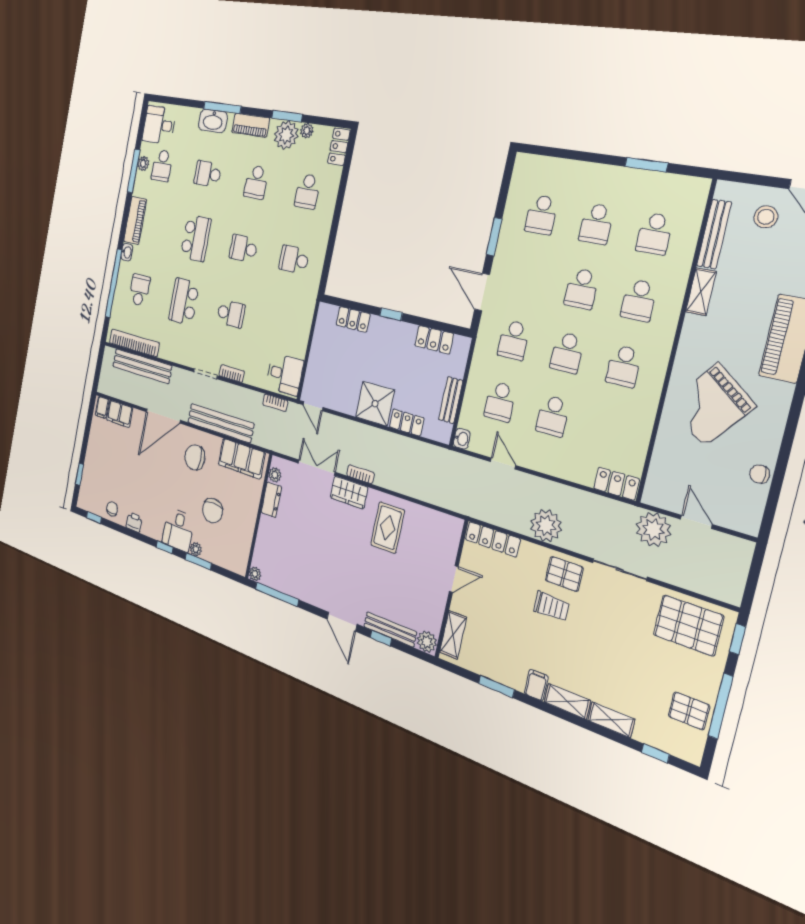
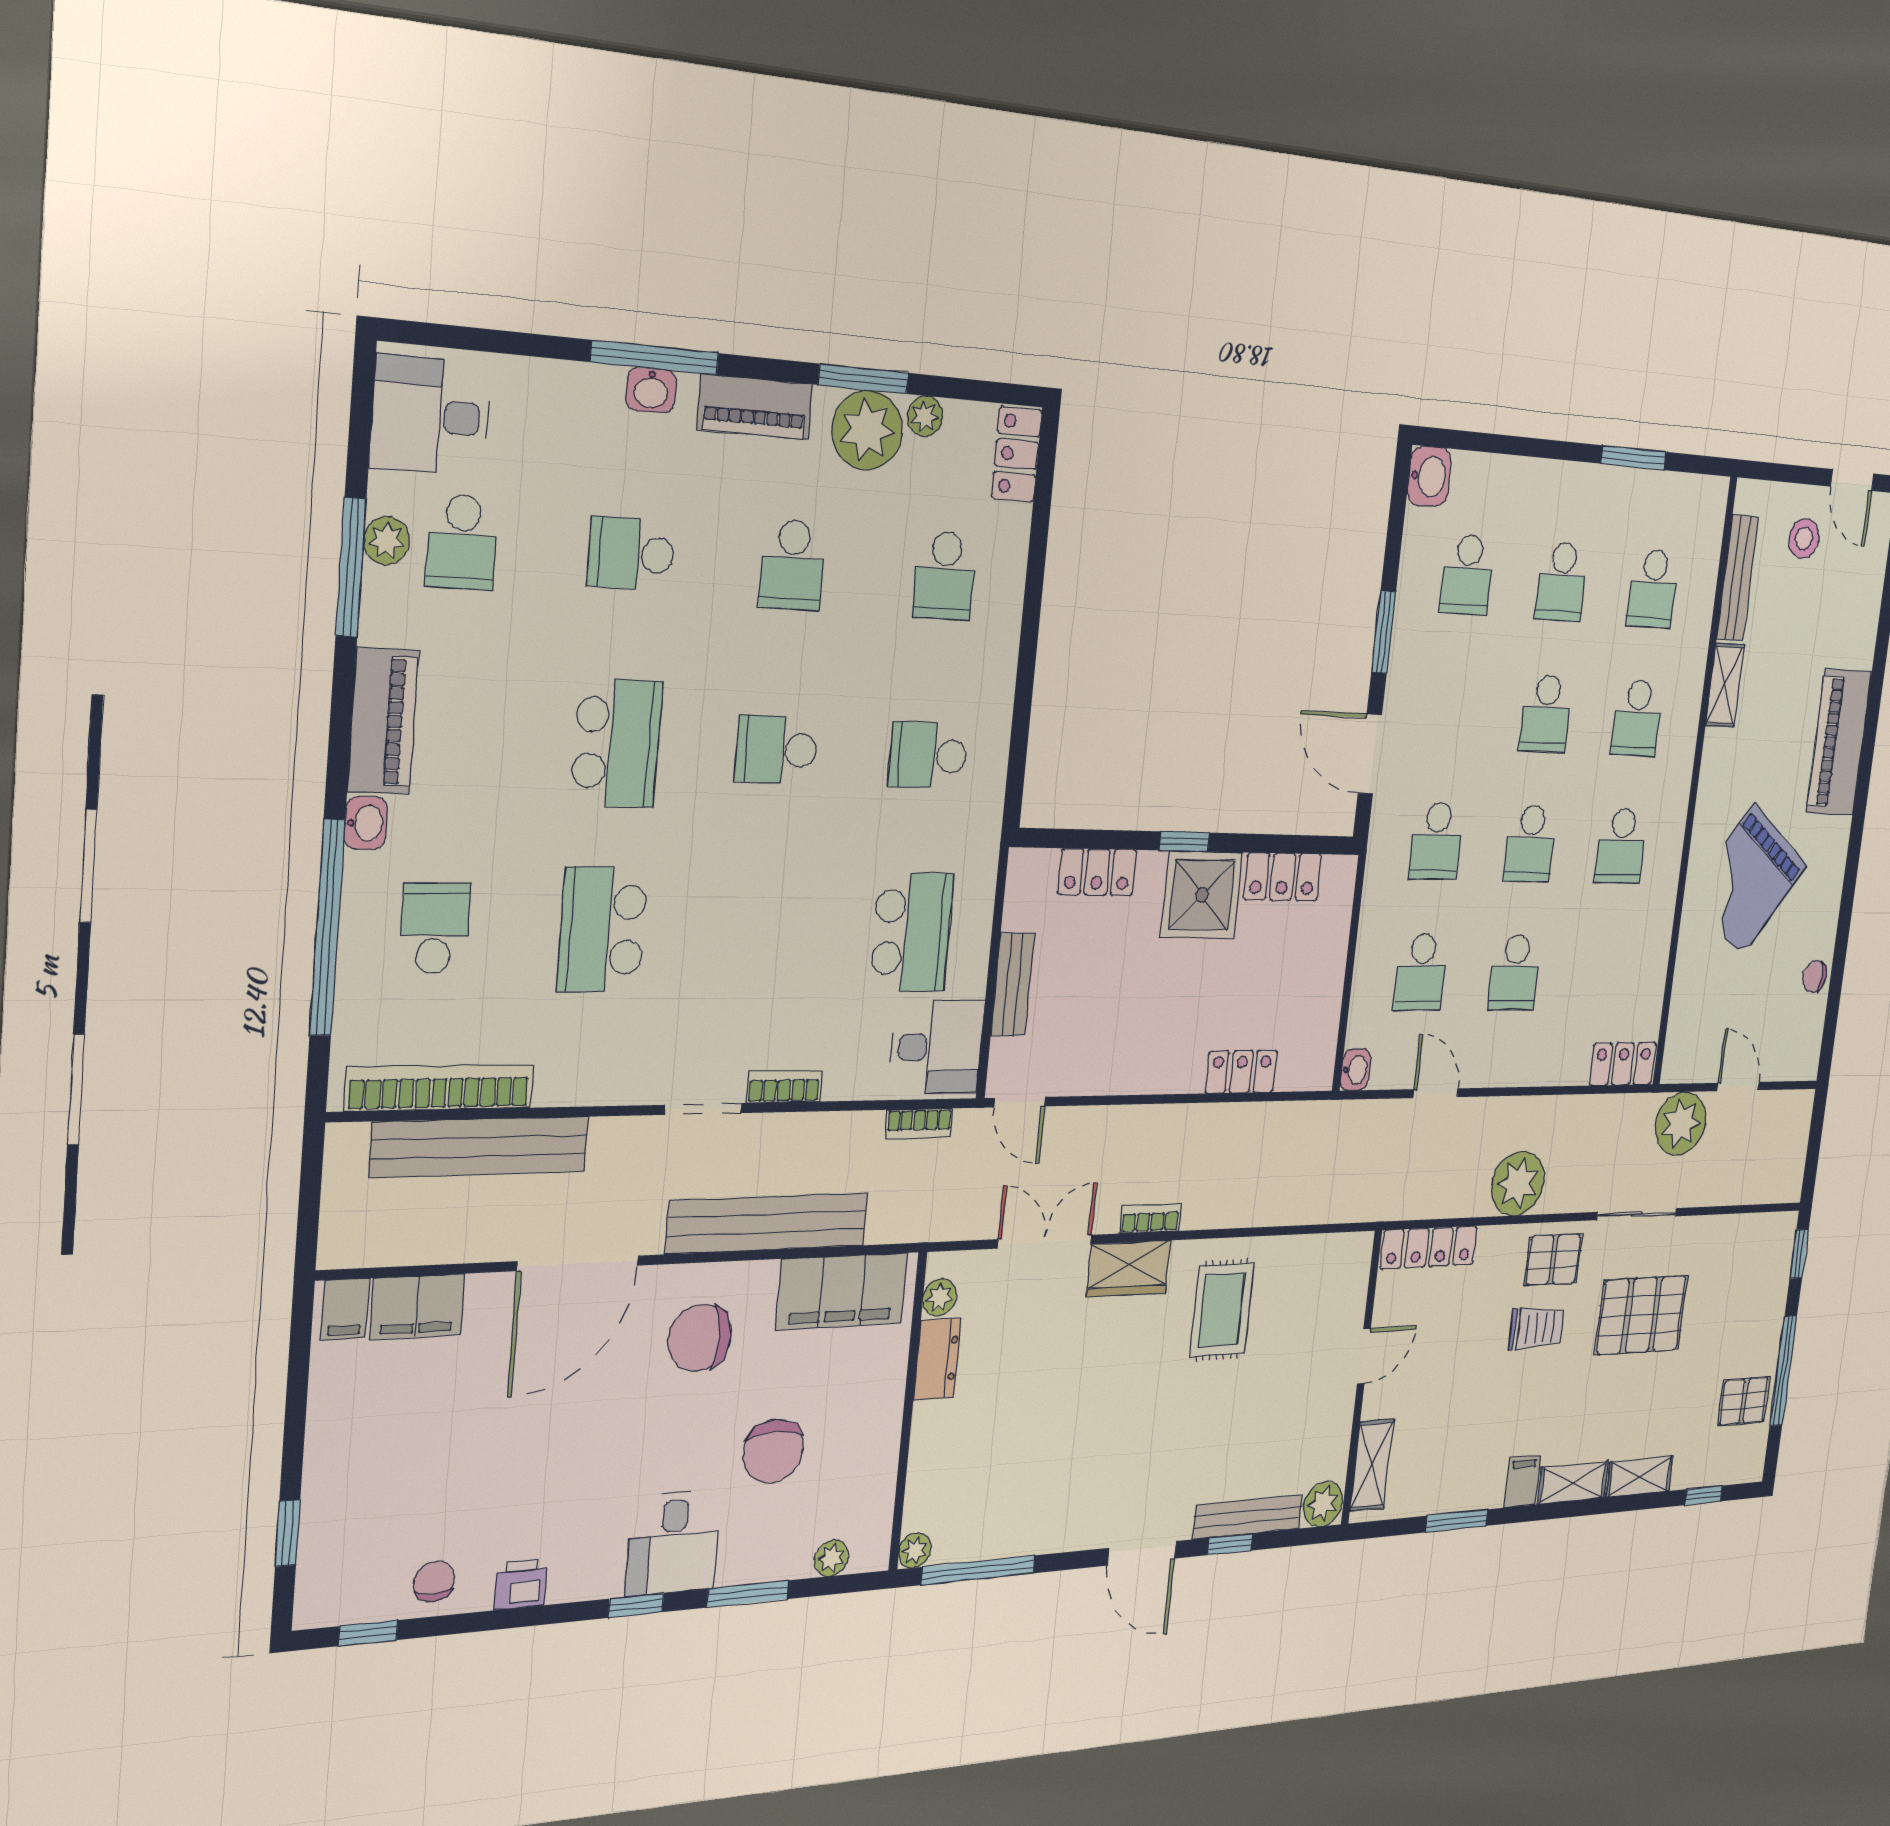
washbasin: (213, 121) -> (651, 390), width x0.52, depth x0.69
washbasin: (524, 167) -> (1429, 476), added
school desk: (231, 314) -> (912, 932), moved, width x1.85
bench: (451, 400) -> (1013, 984), moved
shower: (375, 404) -> (1202, 895), moved
plant: (196, 549) -> (831, 1558), moved
pallet: (688, 625) -> (1641, 1315), moved

